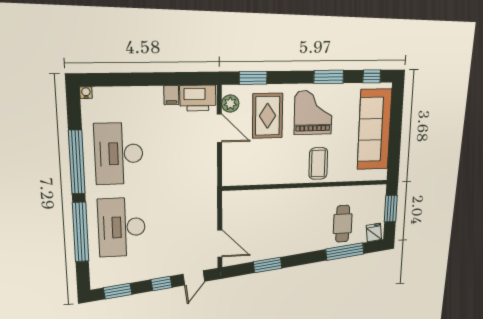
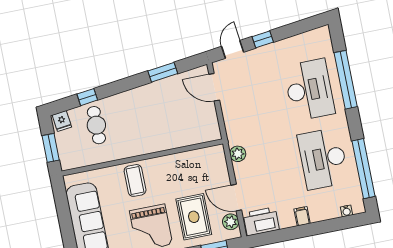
water cooler: (86, 93) -> (347, 211), moved
filing cabinet: (171, 95) -> (302, 216), moved
desk: (119, 154) -> (323, 159), turned 180
window: (77, 162) -> (363, 169), moved
plant: (209, 173) -> (238, 154), added
window: (345, 252) -> (87, 97), width x0.46
window: (118, 291) -> (303, 26), removed

